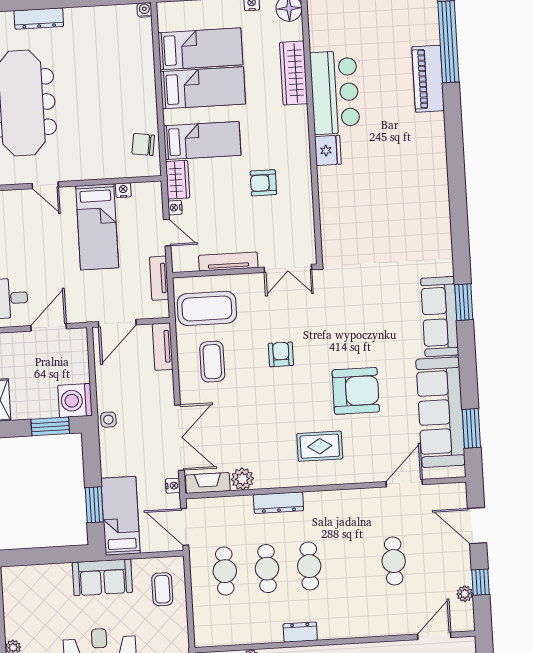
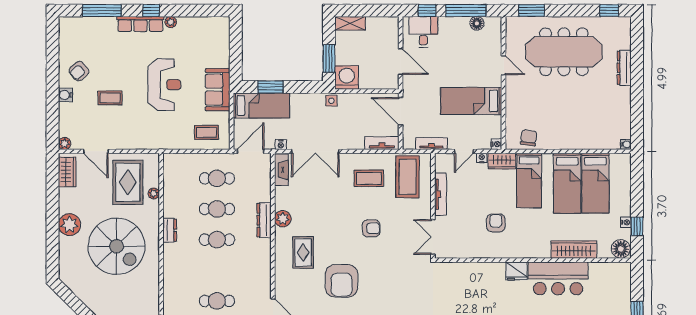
door: (45, 185) -> (504, 65), swing flipped
nightstand: (123, 190) -> (497, 144), moved
plant: (242, 479) -> (283, 219), moved

